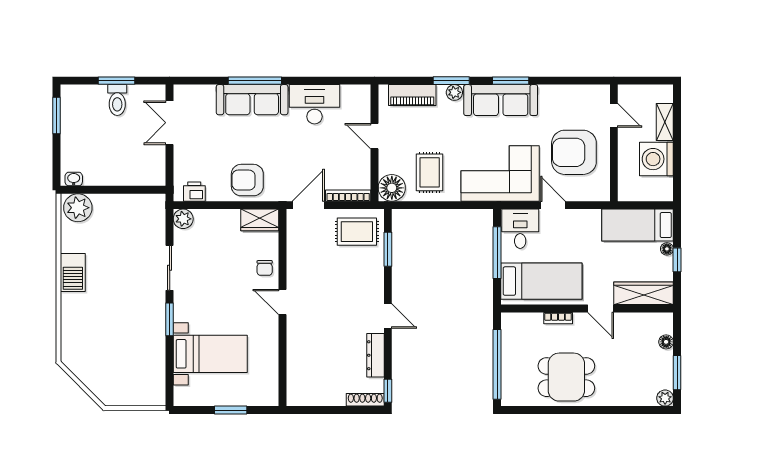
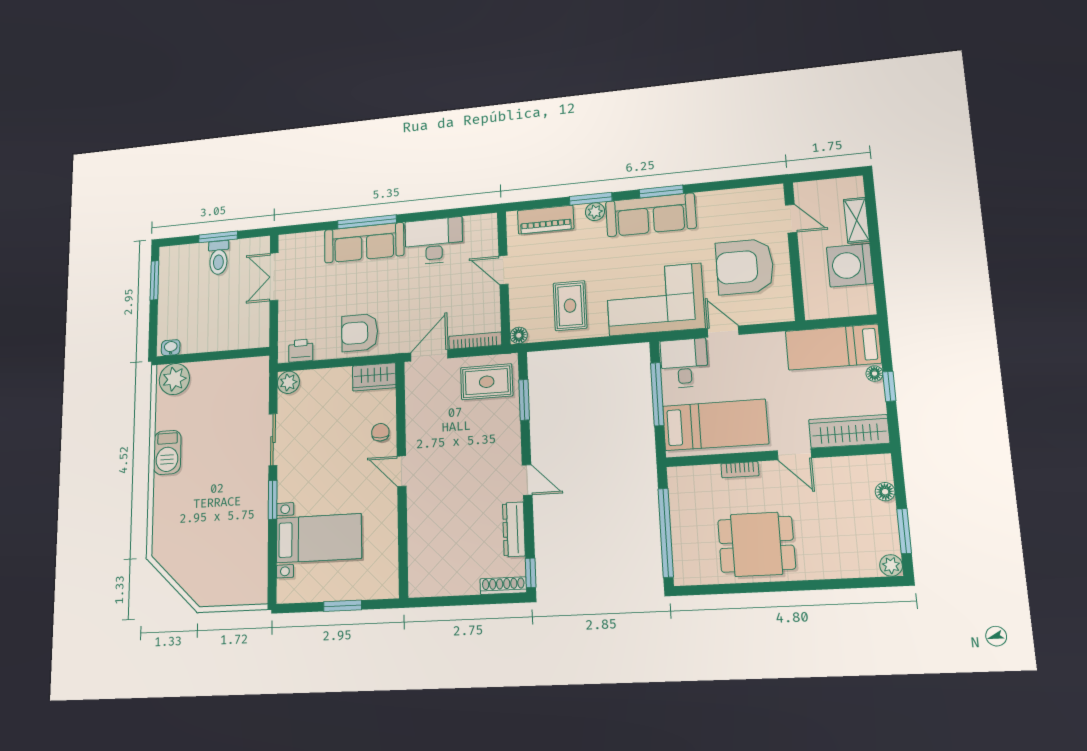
floor lamp: (392, 188) -> (519, 335), width x0.53, depth x0.53
chair: (265, 268) -> (380, 432), turned 180

